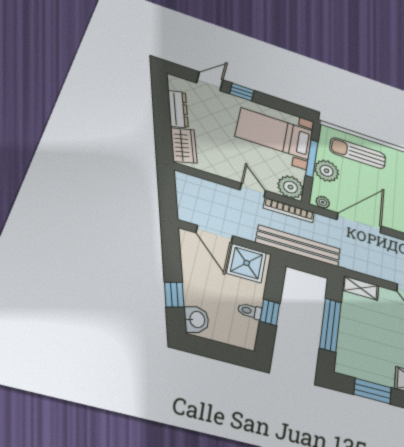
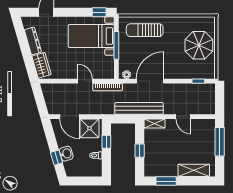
window: (242, 92) -> (99, 12), moved
plant: (327, 171) -> (126, 51), removed
plant: (290, 187) -> (106, 71), removed
bench: (298, 246) -> (139, 108), moved
window: (270, 312) -> (106, 142), moved
washbasin: (197, 320) -> (66, 154), moved
window: (330, 325) -> (140, 151), width x0.46

